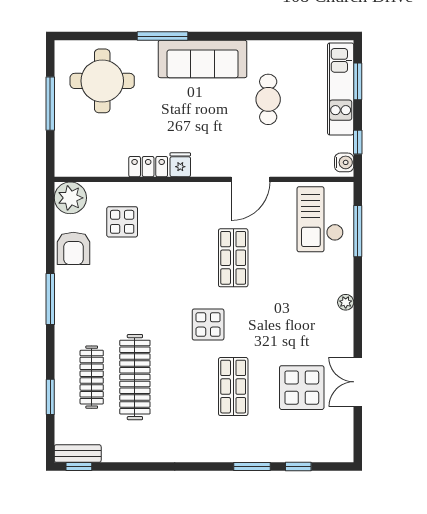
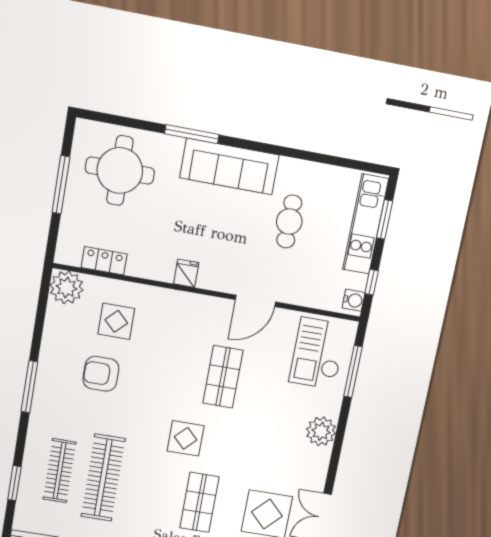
locker: (148, 167) -> (104, 261), moved
armchair: (73, 248) -> (101, 374), moved, turned 90
plant: (346, 302) -> (321, 431), width x1.88, depth x1.88

